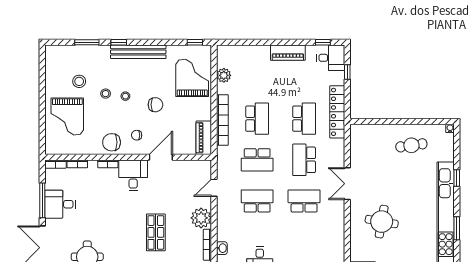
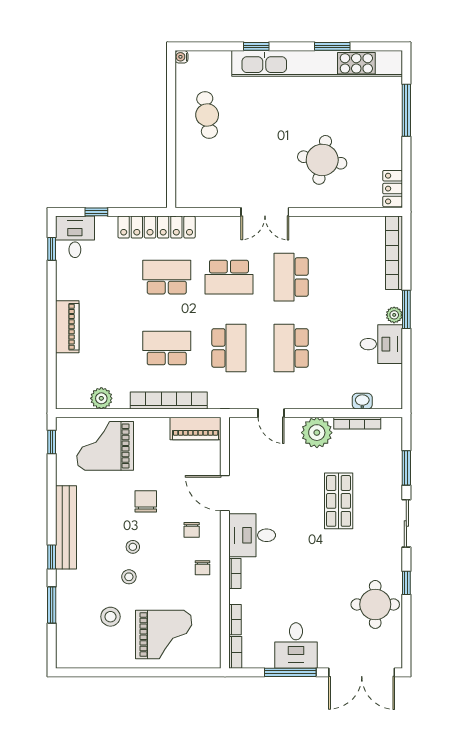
piano: (288, 53) -> (67, 327), moved
chair: (112, 142) -> (202, 568), width x0.54, depth x0.54
shop shelf: (156, 232) -> (339, 501), turned 90

